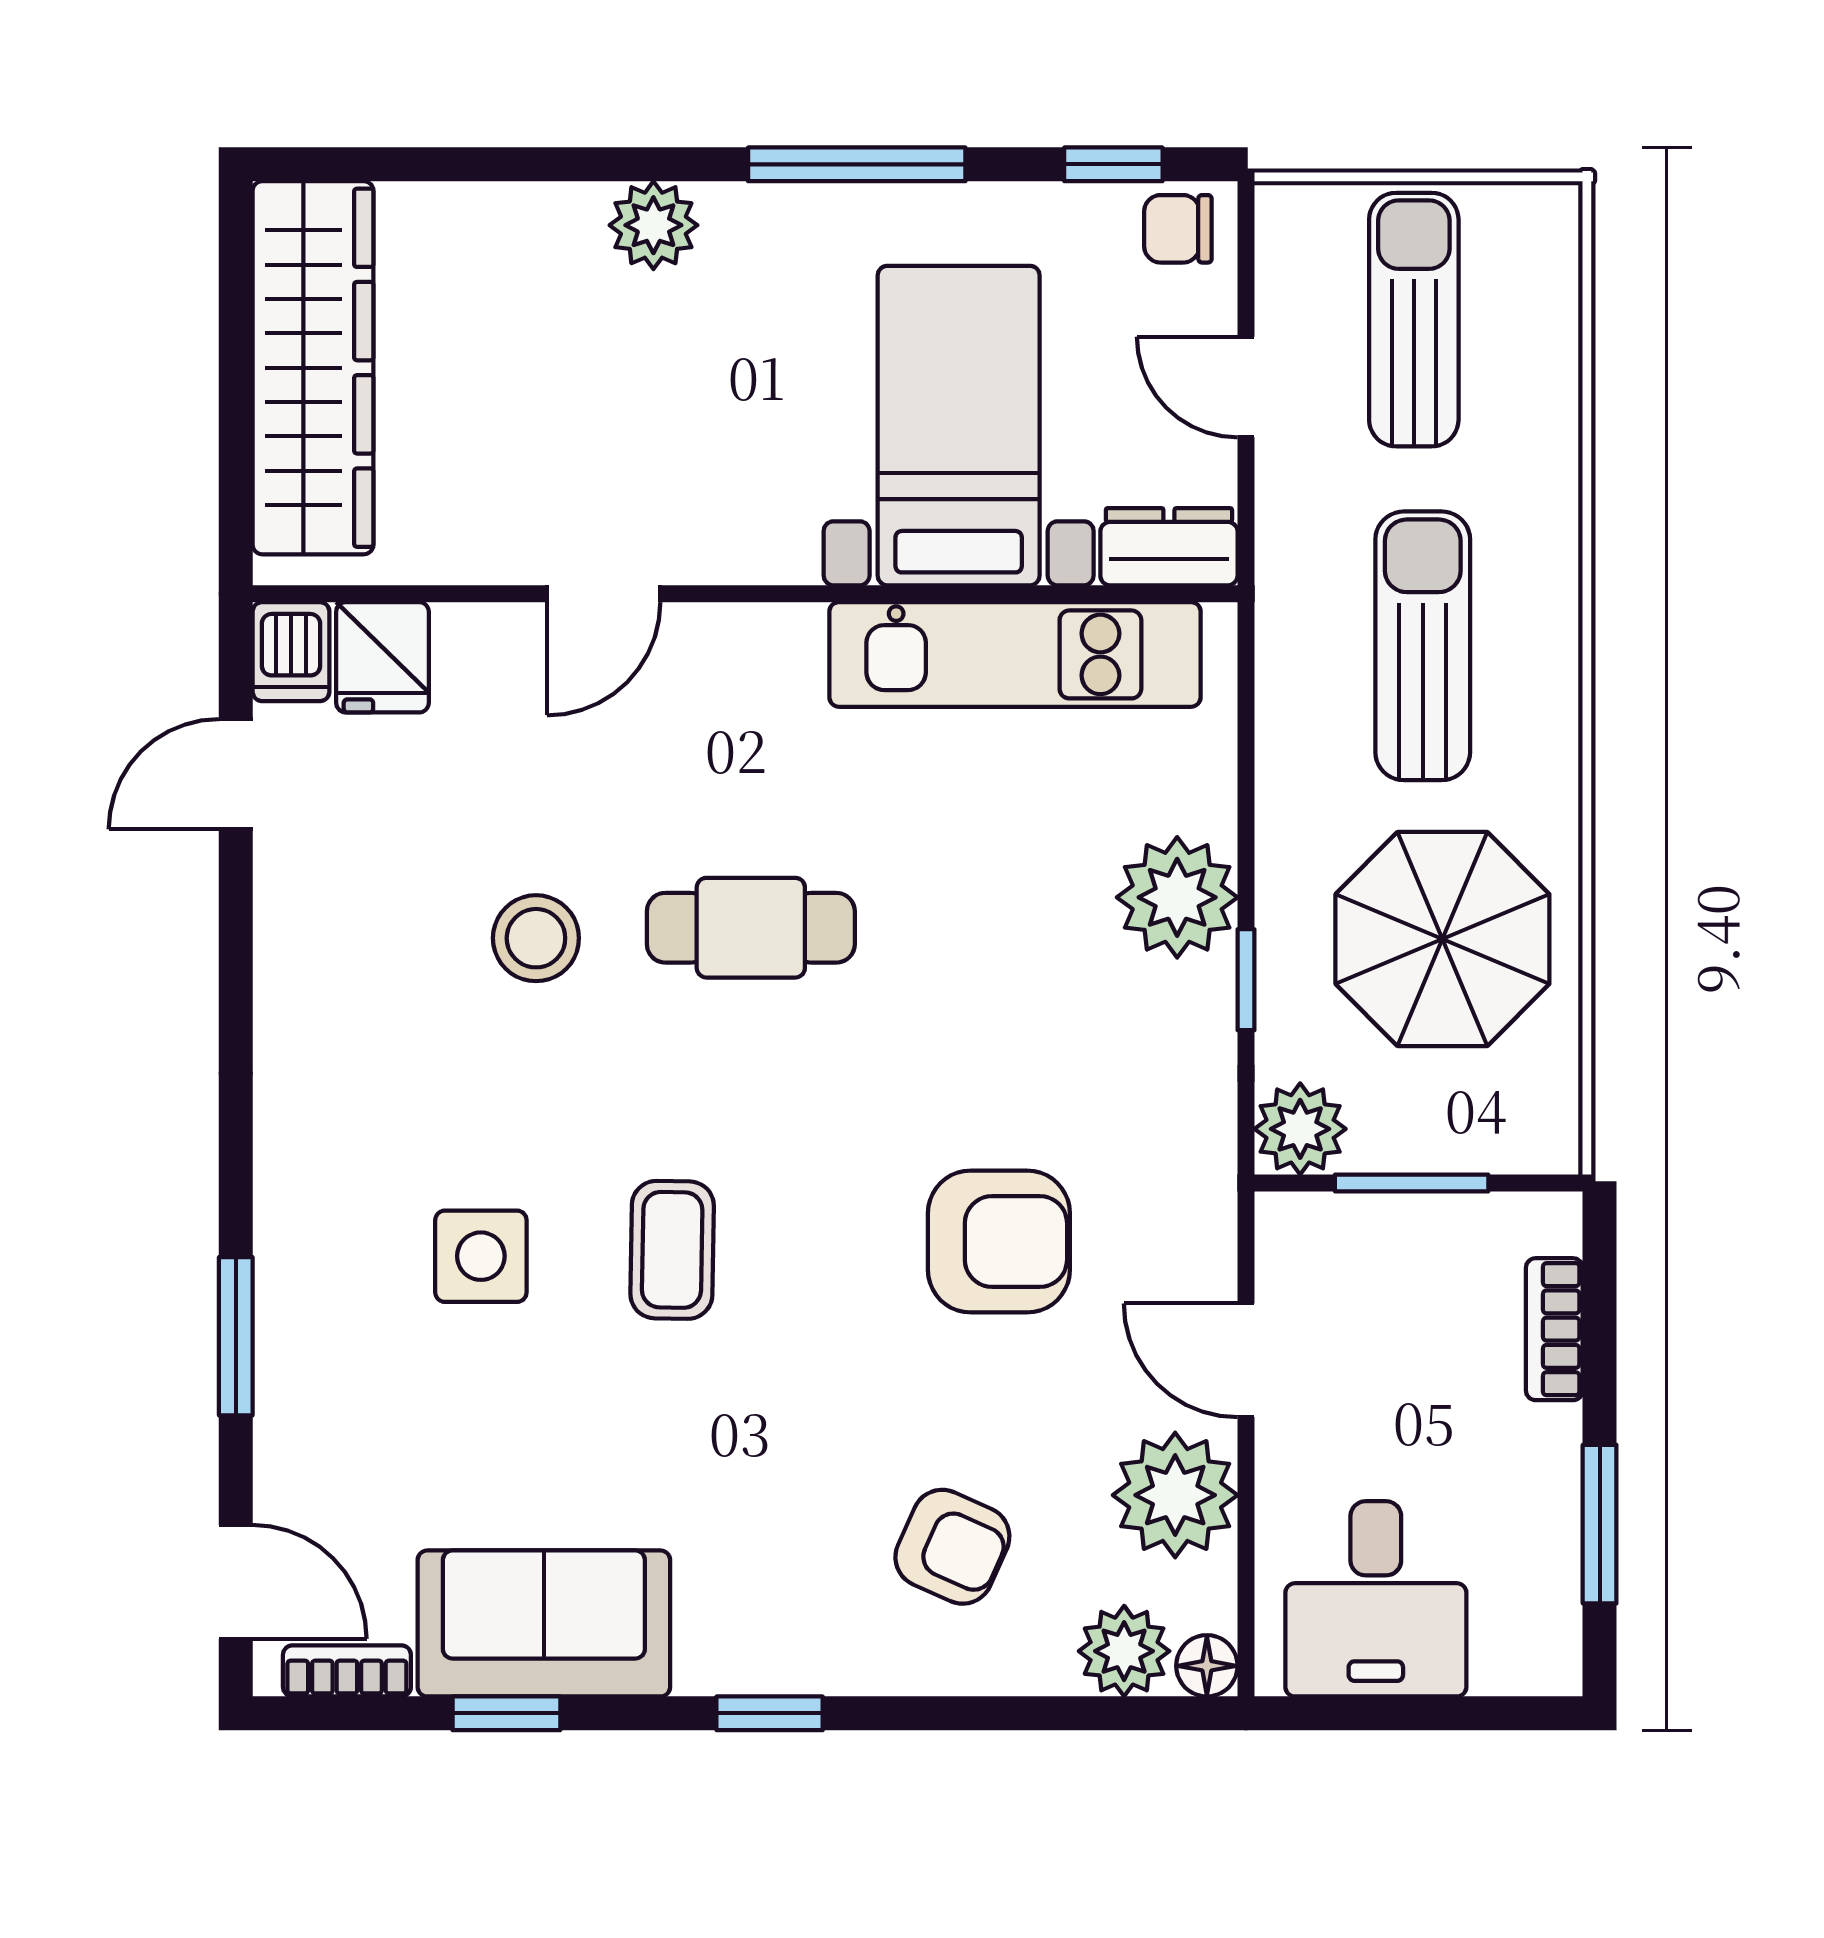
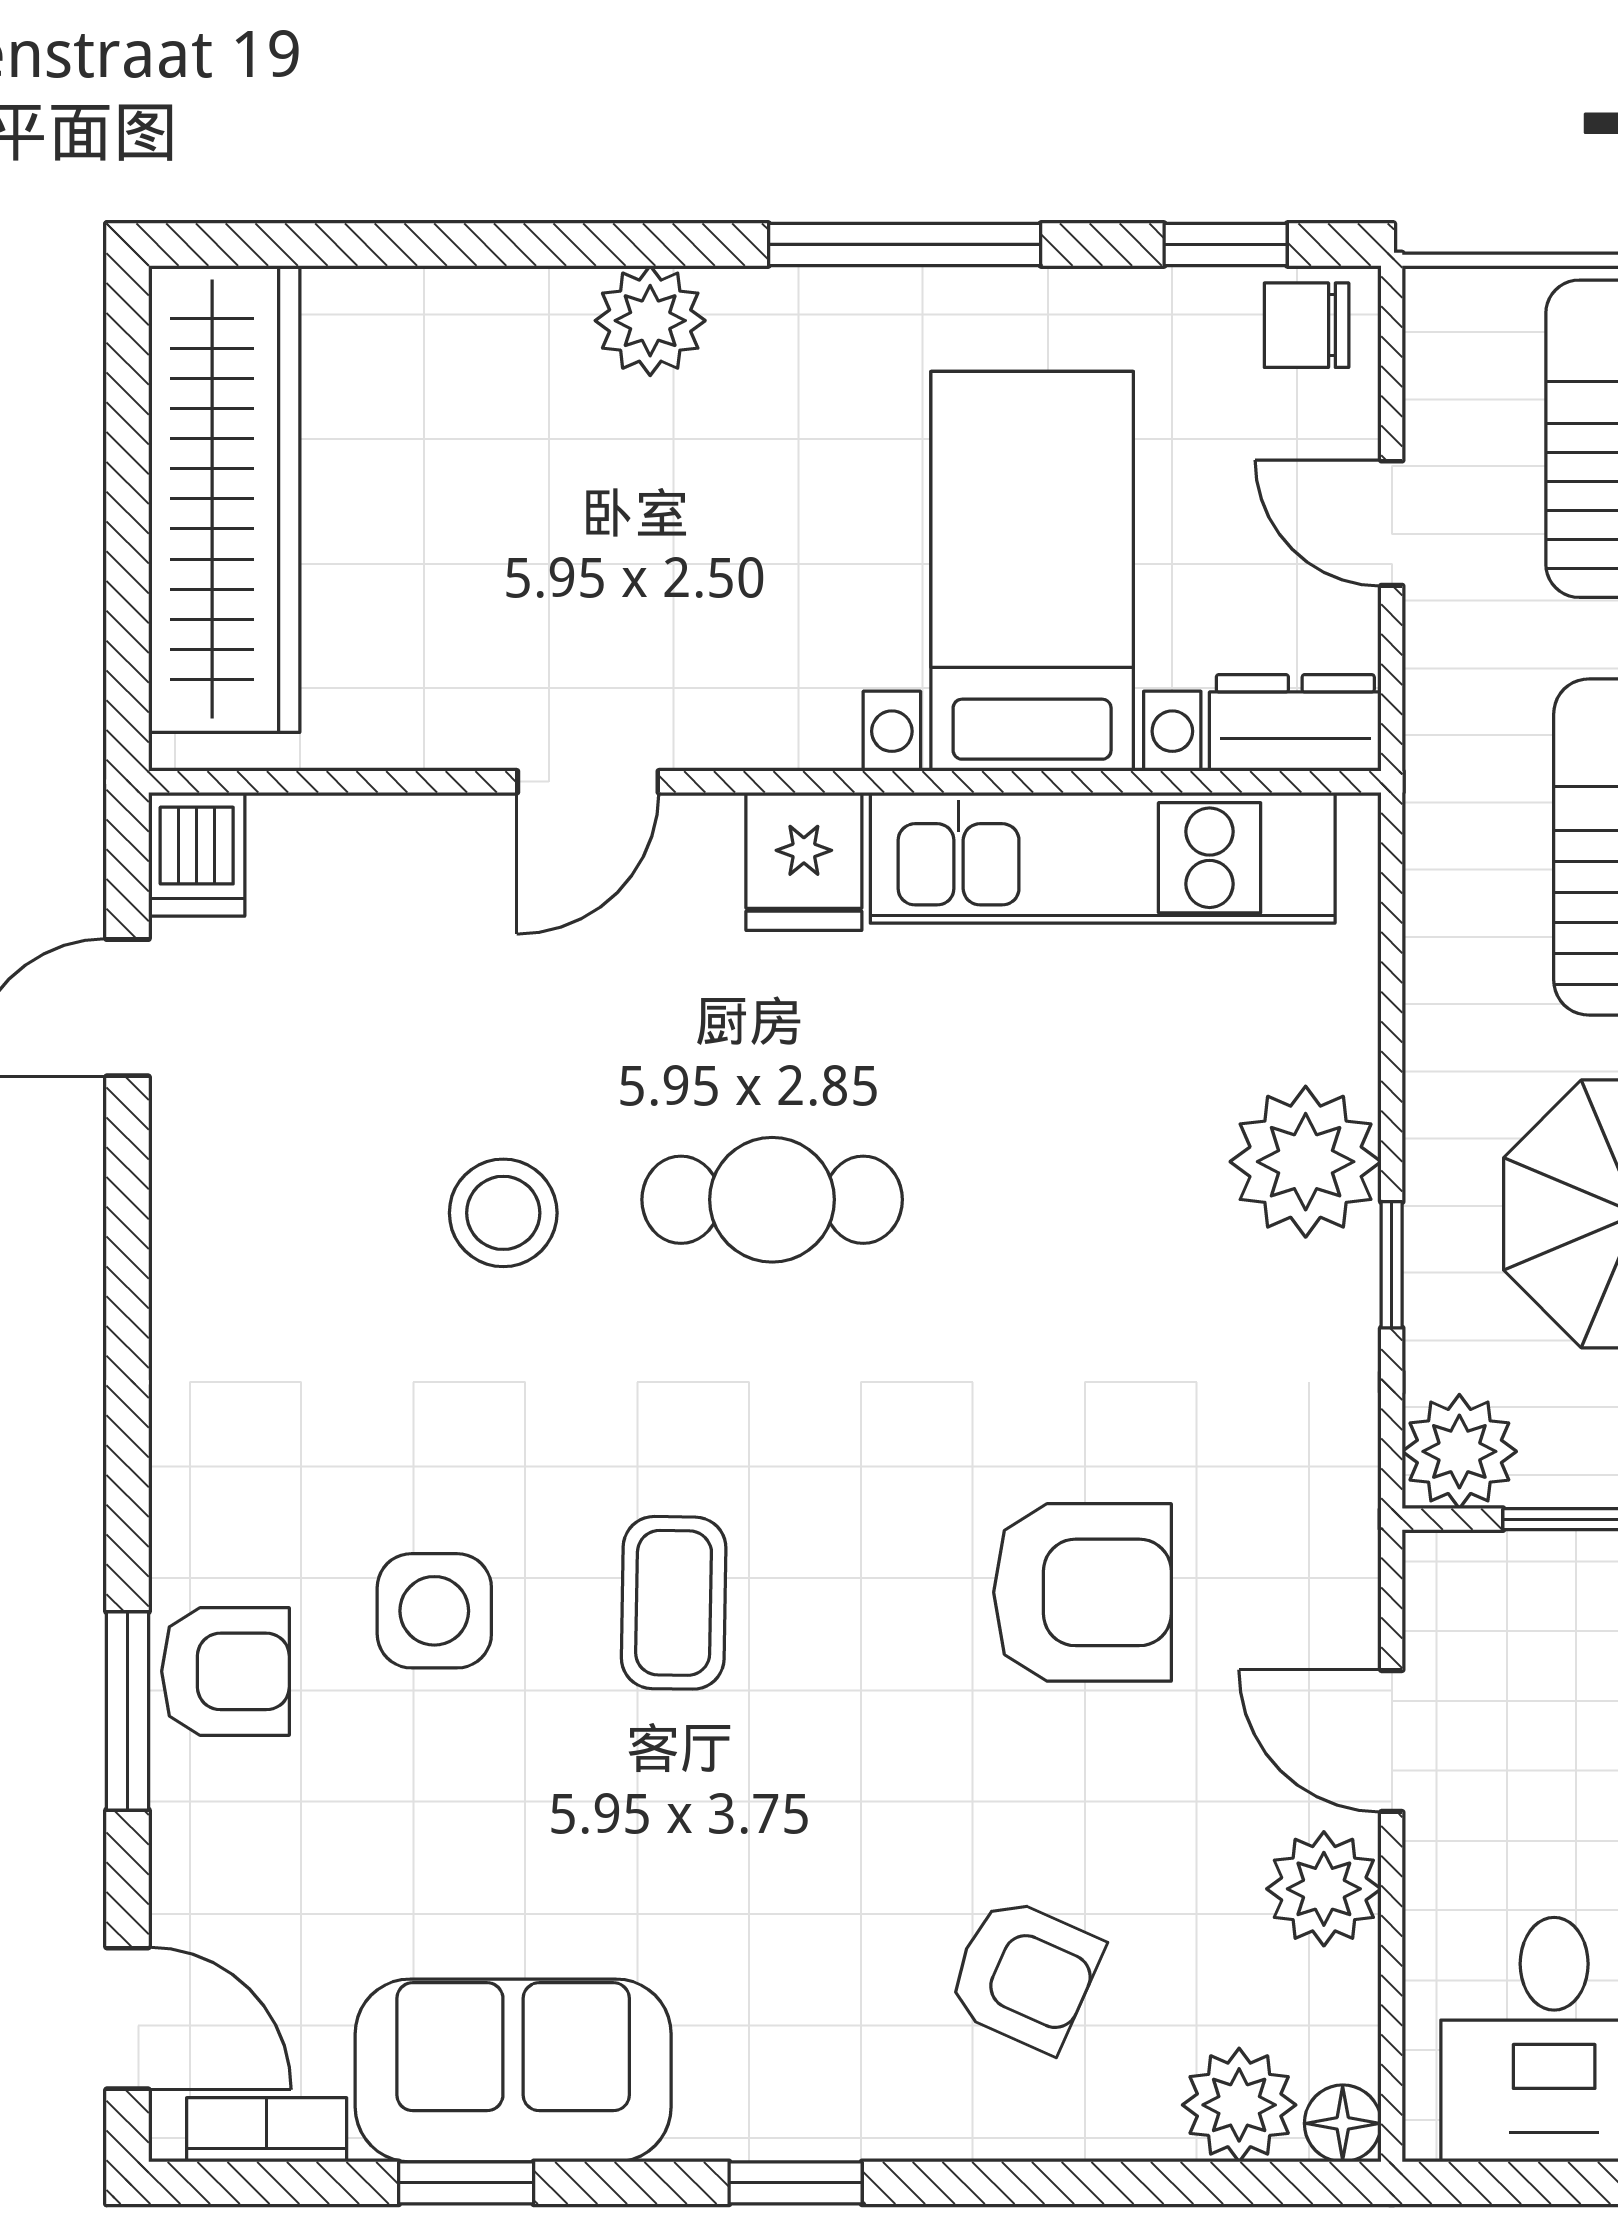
fridge: (382, 657) -> (804, 861), moved
armchair: (314, 1305) -> (225, 1671), added
plant: (1175, 1495) -> (1324, 1889), width x0.73, depth x0.73

